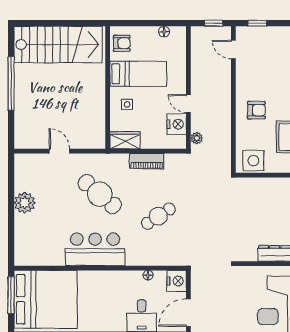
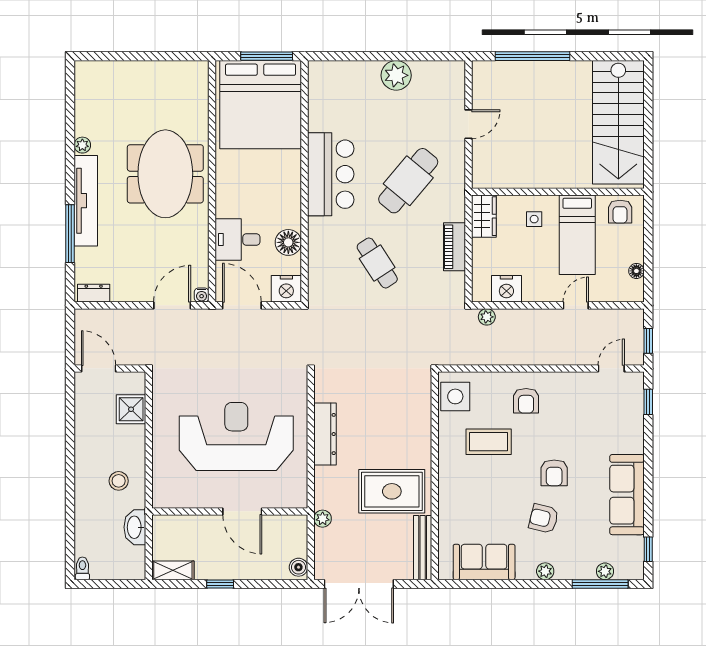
window: (11, 84) -> (533, 56), moved
door: (188, 104) -> (576, 305), moved
floor lamp: (148, 275) -> (288, 242), width x1.89, depth x1.89

